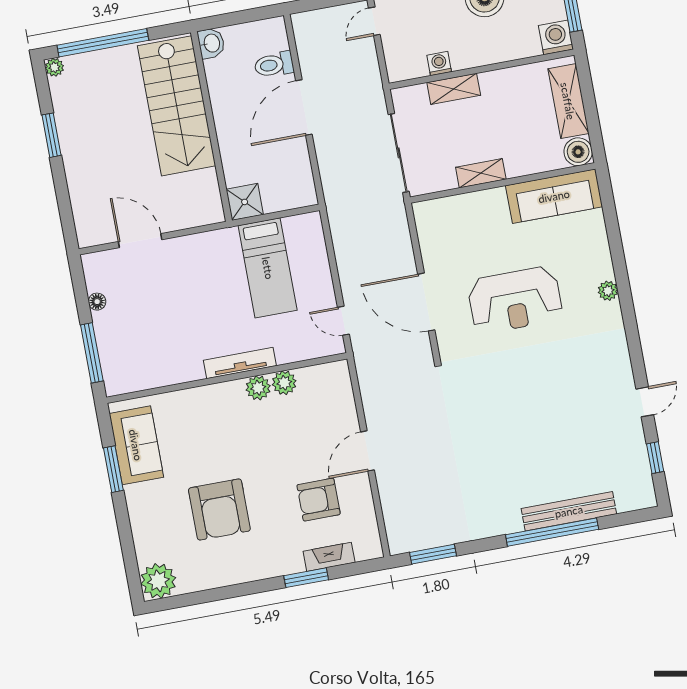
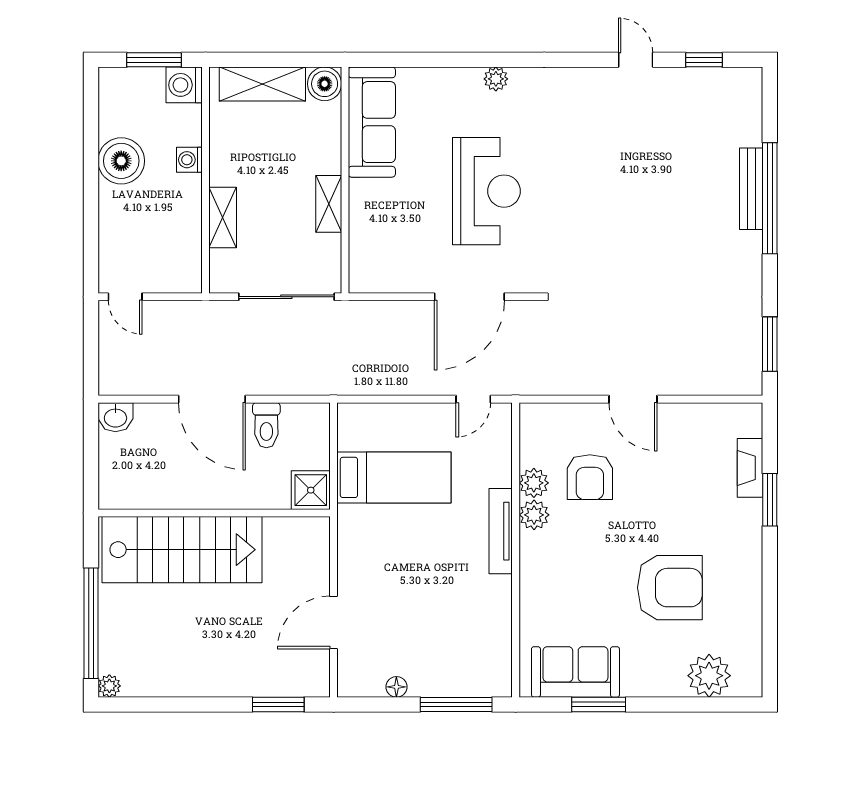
washbasin: (211, 43) -> (115, 417), moved, turned 180
washing machine: (439, 63) -> (189, 160), moved
toilet: (274, 65) -> (266, 425), moved
window: (51, 135) -> (278, 704), moved
armchair: (319, 500) -> (590, 477), moved
bench: (569, 511) -> (751, 189), width x0.73, depth x0.82
plant: (158, 581) -> (709, 676), moved

